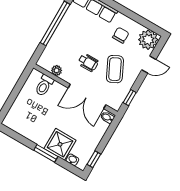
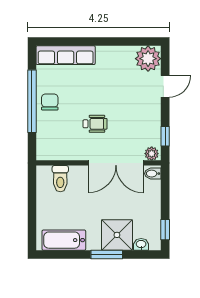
chair: (121, 35) -> (50, 102), moved
coffee table: (115, 69) -> (130, 114), removed
plant: (57, 70) -> (152, 154), moved
bathtub: (23, 127) -> (64, 240), added

